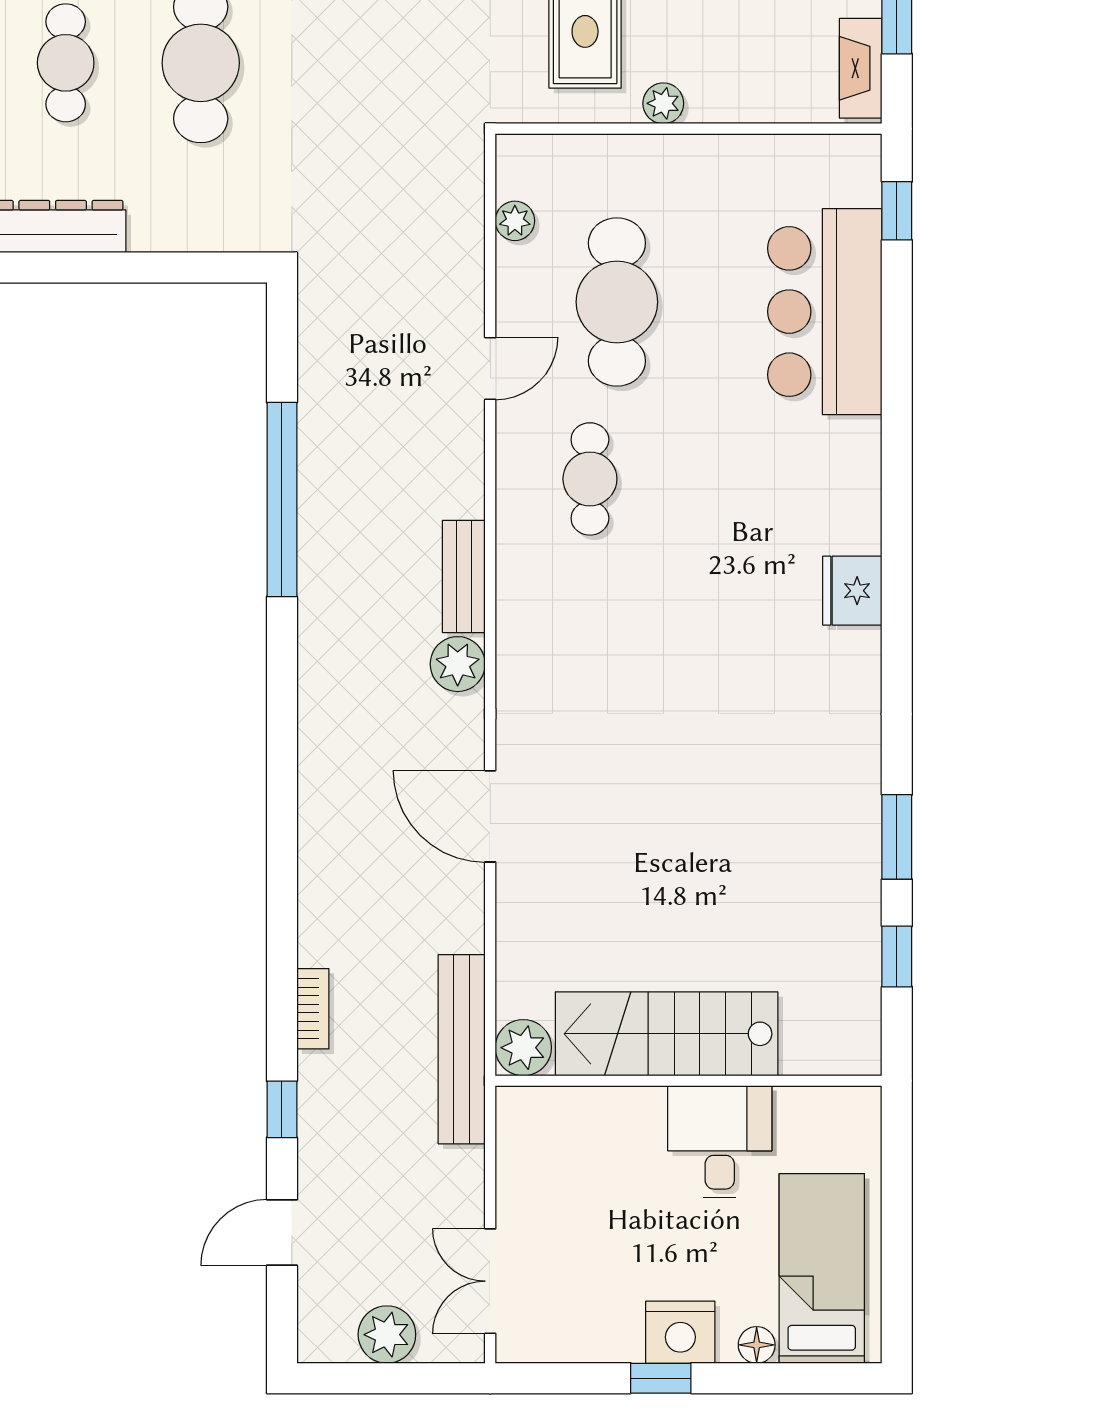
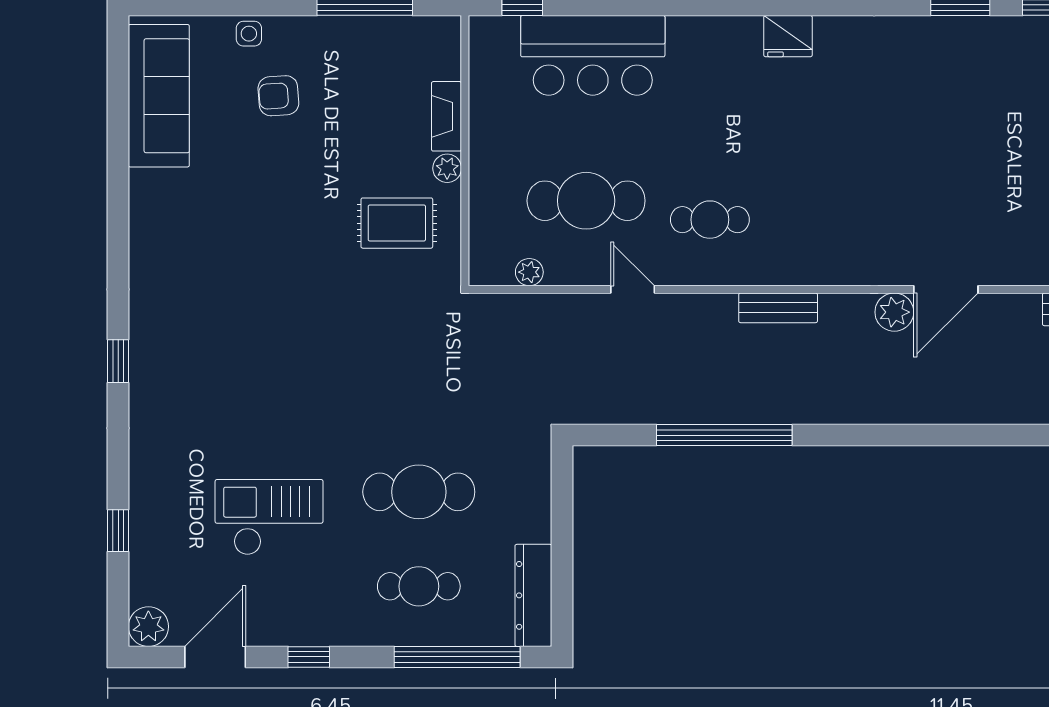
fireplace: (861, 68) -> (447, 116), moved, turned 90
plant: (458, 664) -> (894, 312), moved

